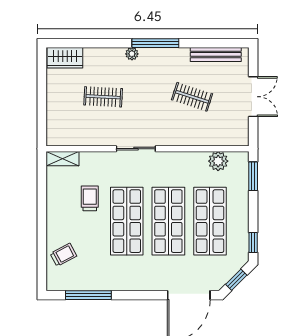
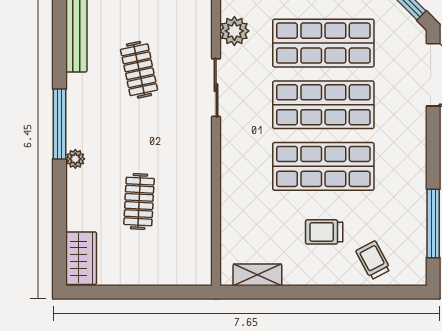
clothes rail: (192, 97) -> (139, 70), turned -30
sliding door: (136, 149) -> (216, 88), moved
shelving: (63, 159) -> (257, 275), moved, turned 90
trolley: (90, 198) -> (324, 232), moved

